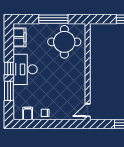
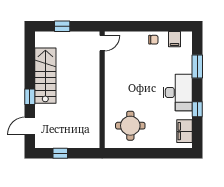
window: (53, 19) -> (144, 153), removed
round table: (64, 42) -> (130, 126), width x0.73, depth x0.73
window: (9, 69) -> (197, 109), moved

